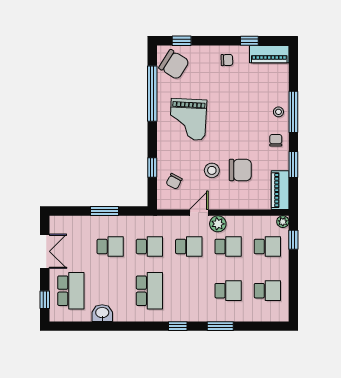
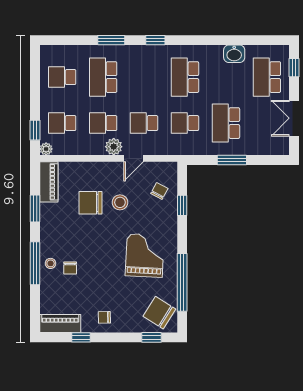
chair: (276, 140) -> (70, 268), moved
school desk: (110, 247) -> (226, 123), width x1.85
school desk: (228, 291) -> (103, 77), width x1.85

